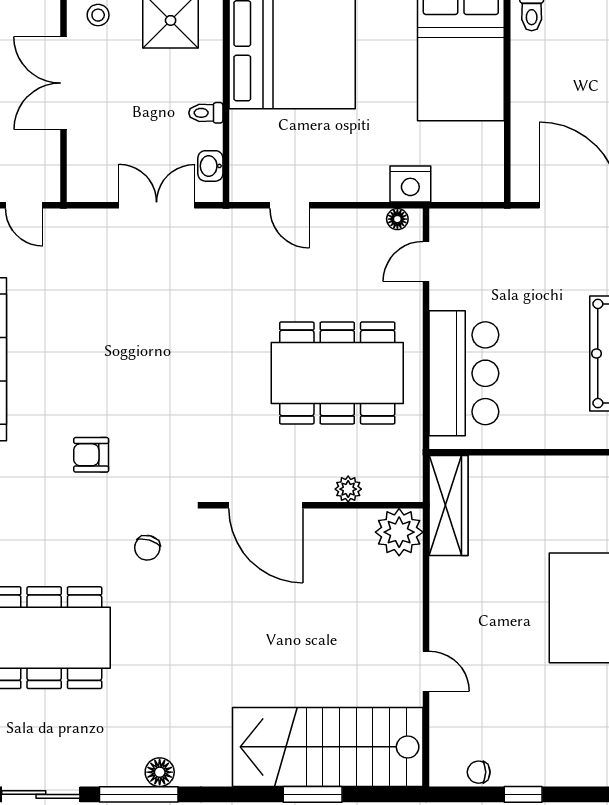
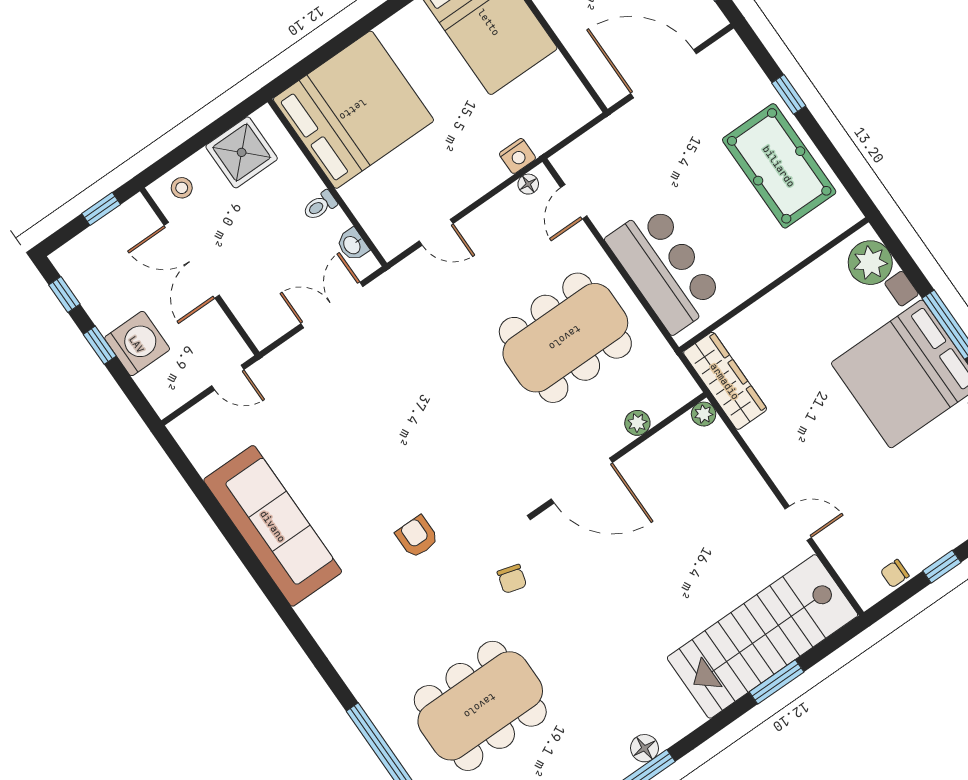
nightstand: (410, 184) -> (517, 156), width x0.74, depth x0.75
armchair: (91, 455) -> (417, 537), turned 90
plant: (399, 532) -> (704, 414), width x0.53, depth x0.53

